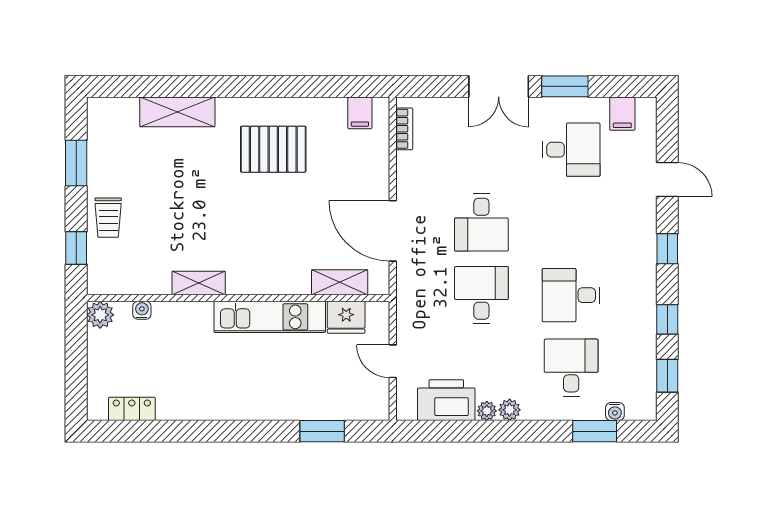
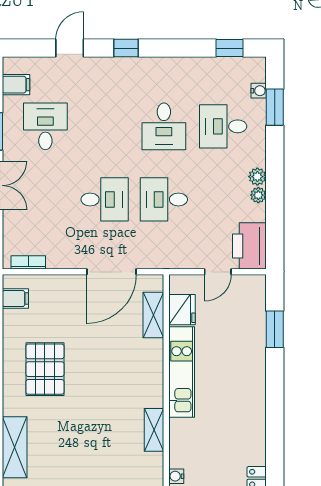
window: (667, 319) -> (184, 48), removed
printer: (446, 400) -> (249, 246), moved

